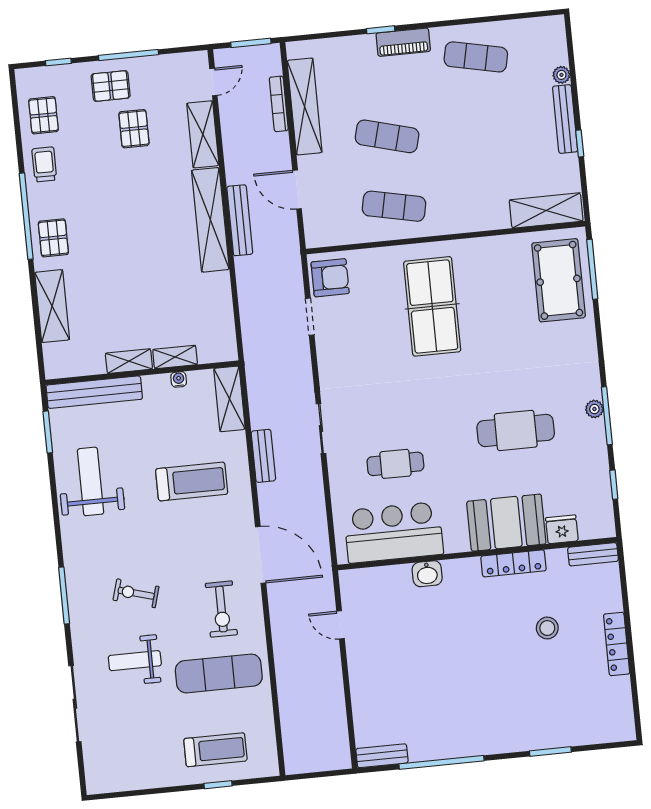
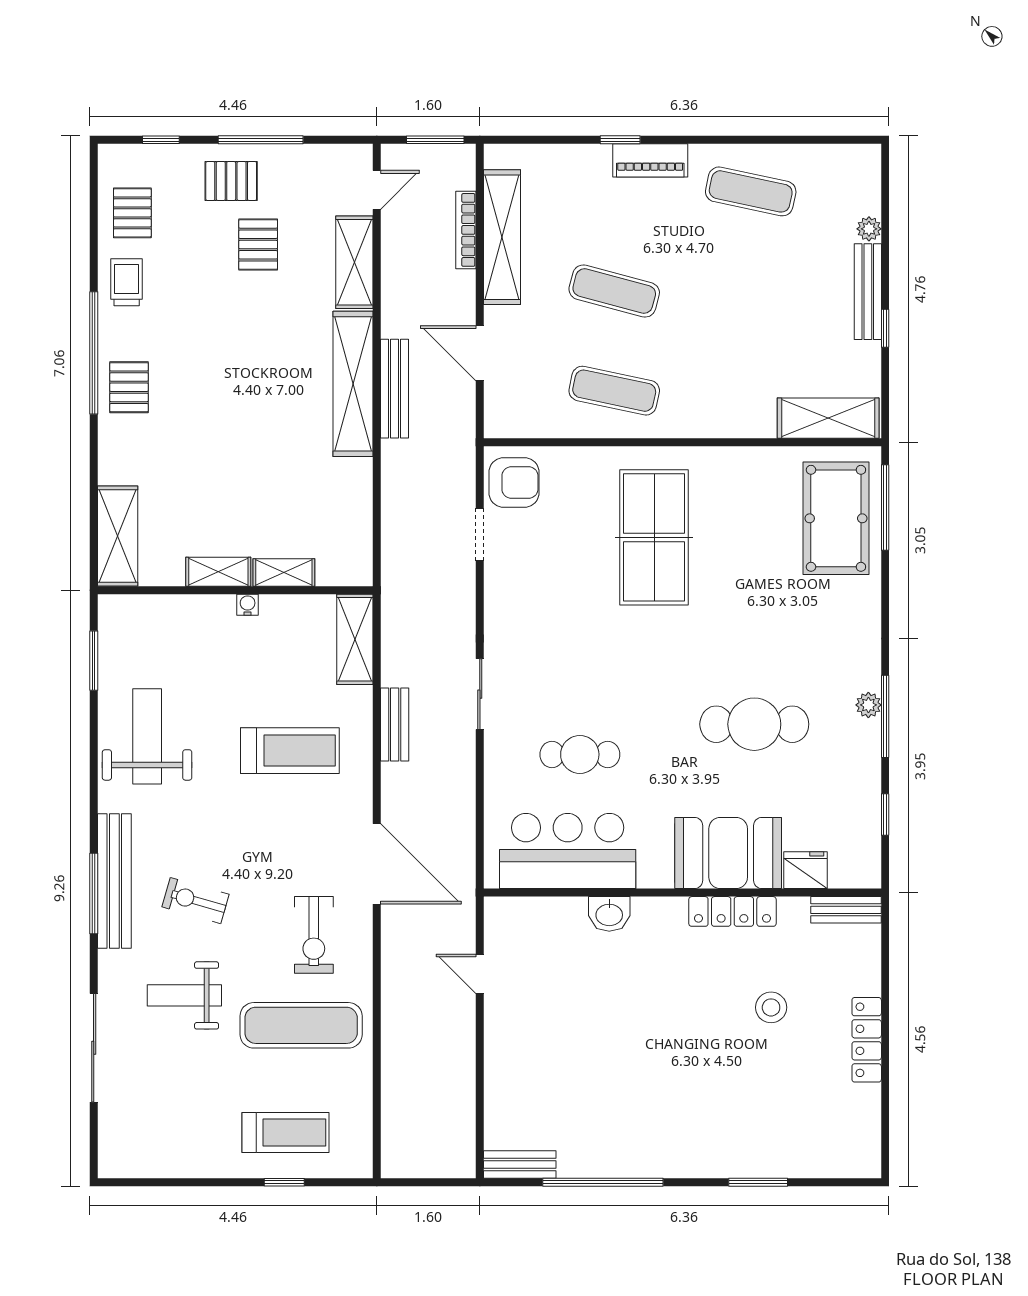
shelving: (52, 306) -> (118, 536), moved
water cooler: (179, 379) -> (248, 605), moved
bench: (94, 392) -> (114, 881), moved, turned 90

